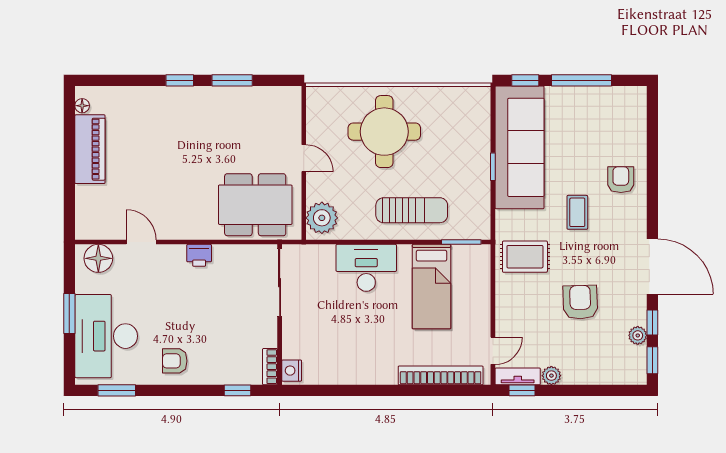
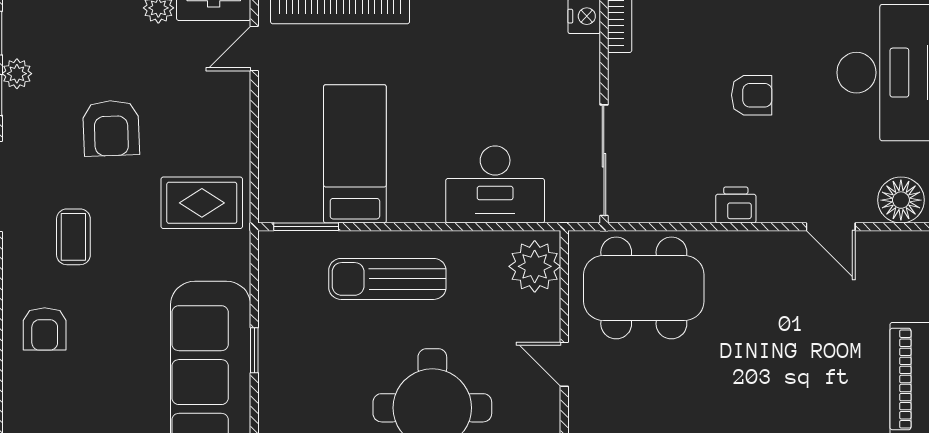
coffee table: (577, 212) -> (73, 237), moved
desk: (366, 268) -> (495, 184), moved
armchair: (175, 361) -> (752, 95), moved

